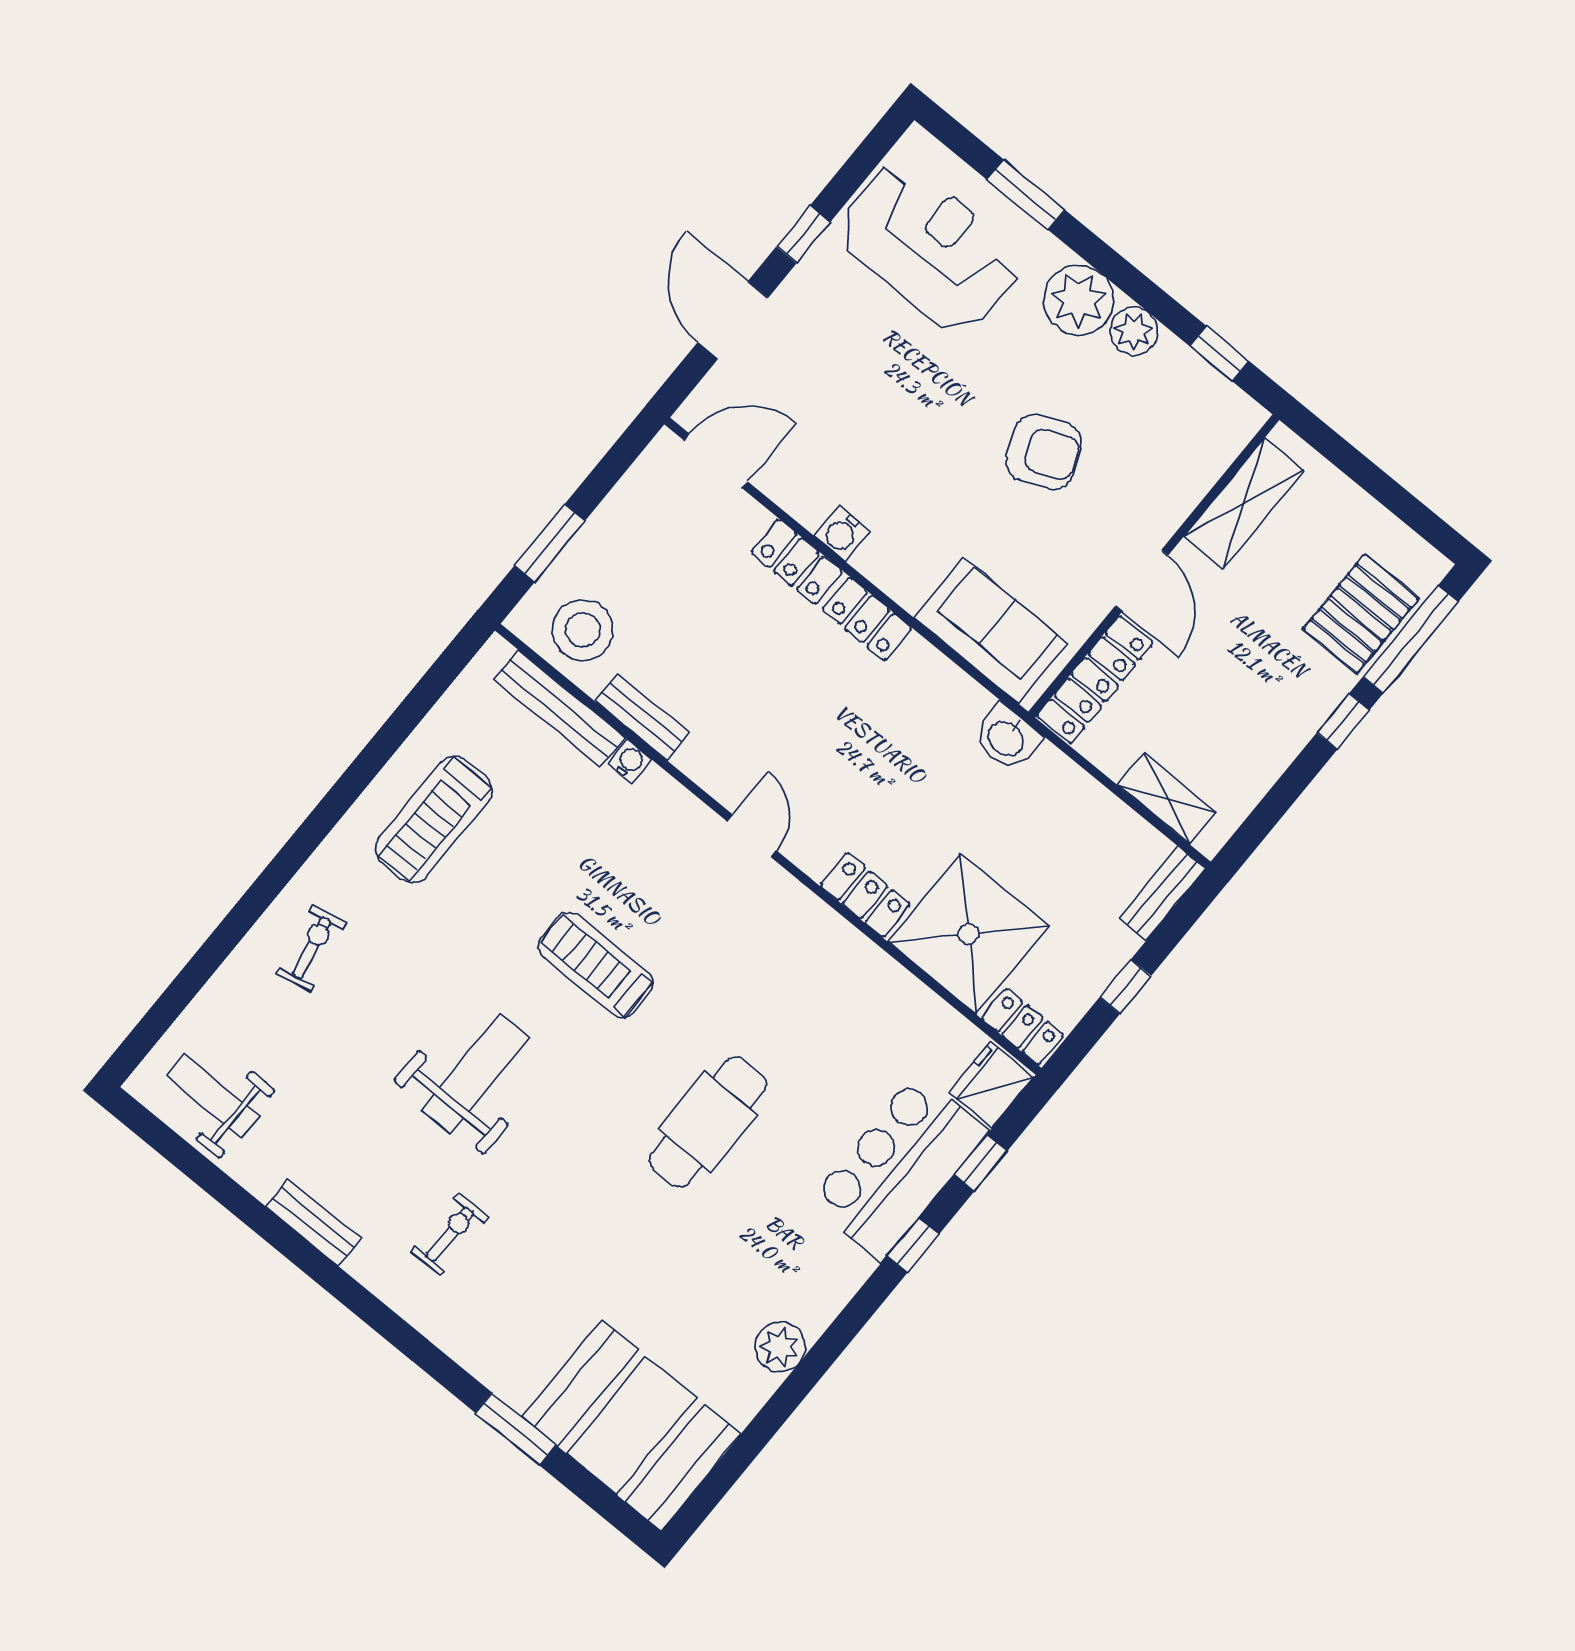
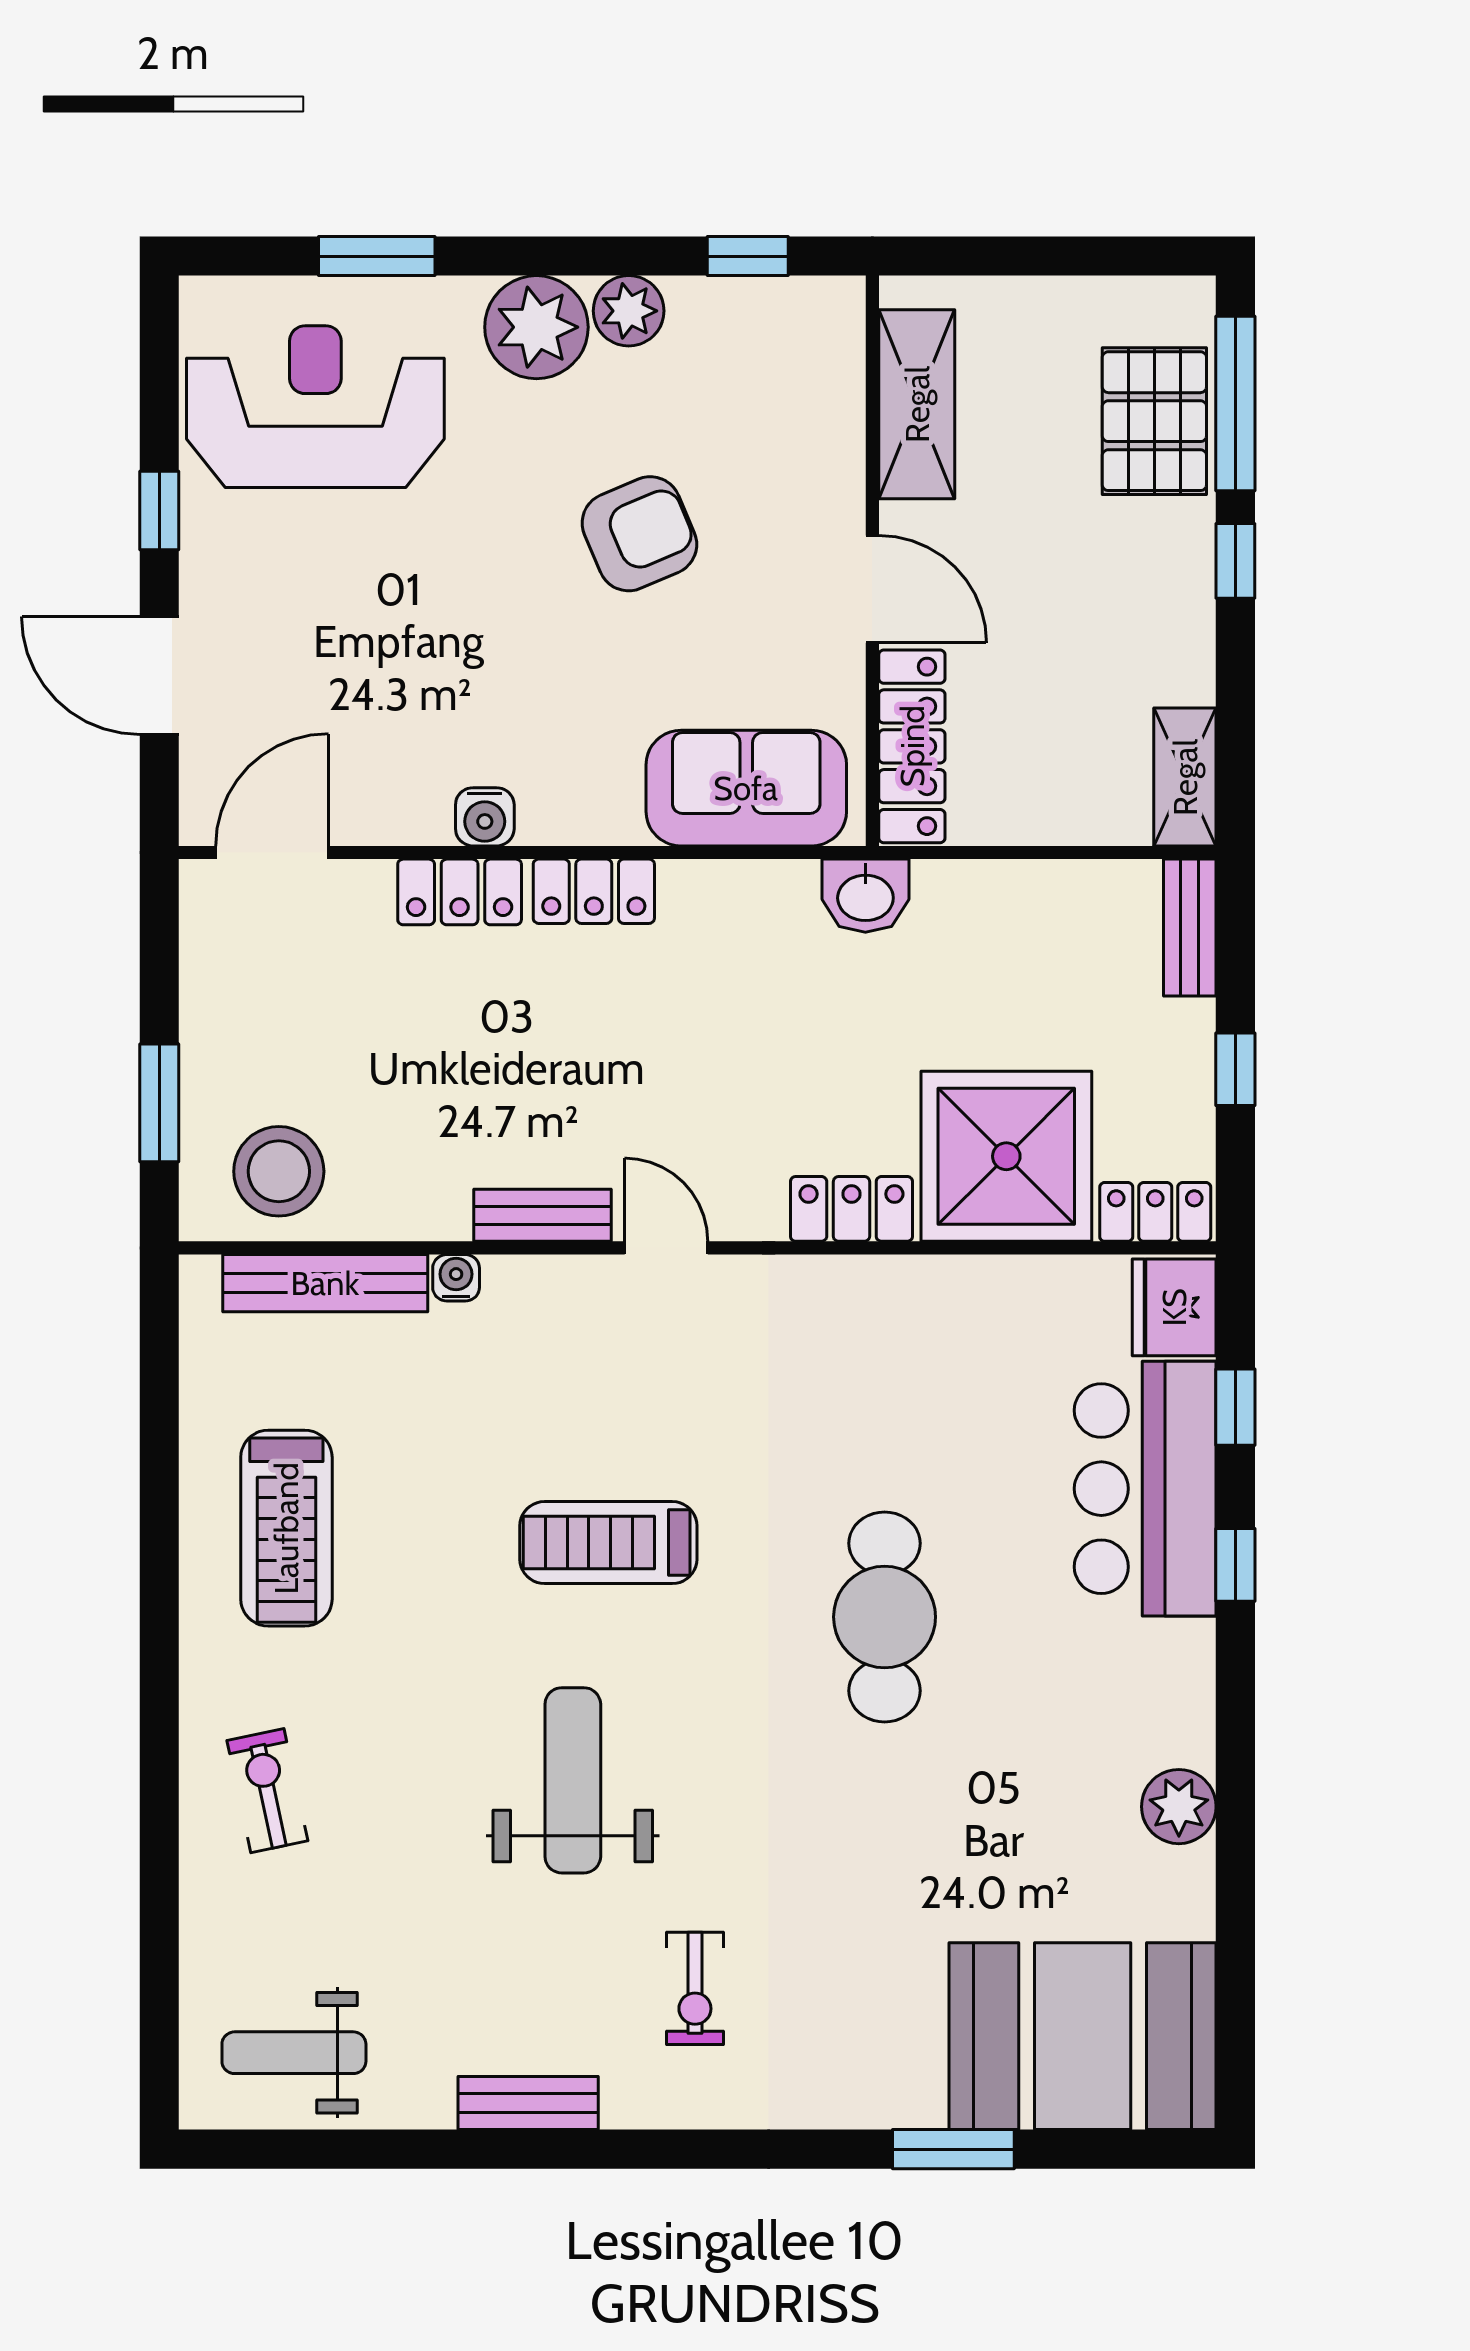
bench: (642, 717) -> (543, 1215), moved
shelving: (1167, 799) -> (1185, 777), moved, turned 90
exercise bike: (450, 1234) -> (695, 1988), turned 180

